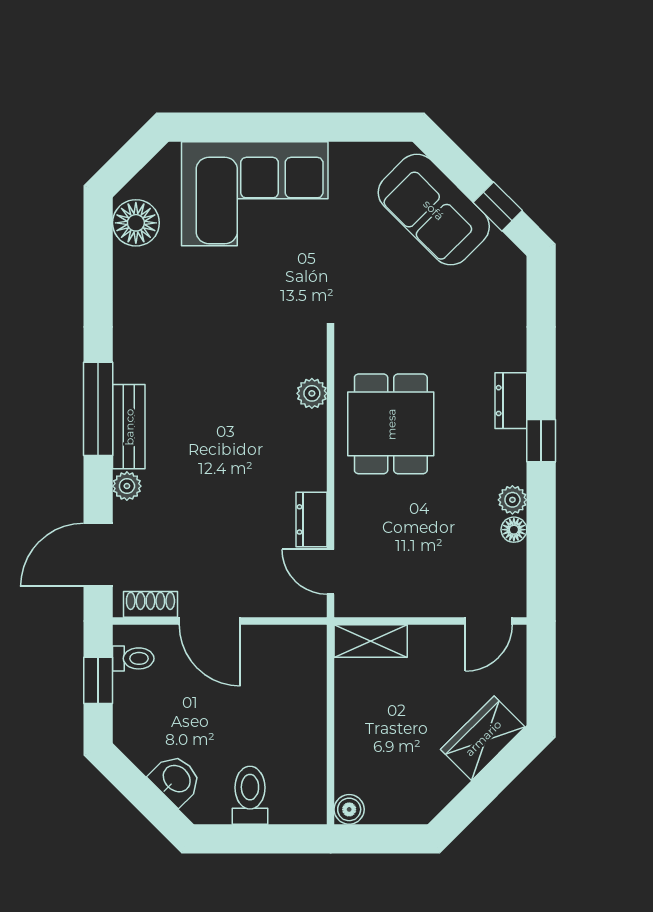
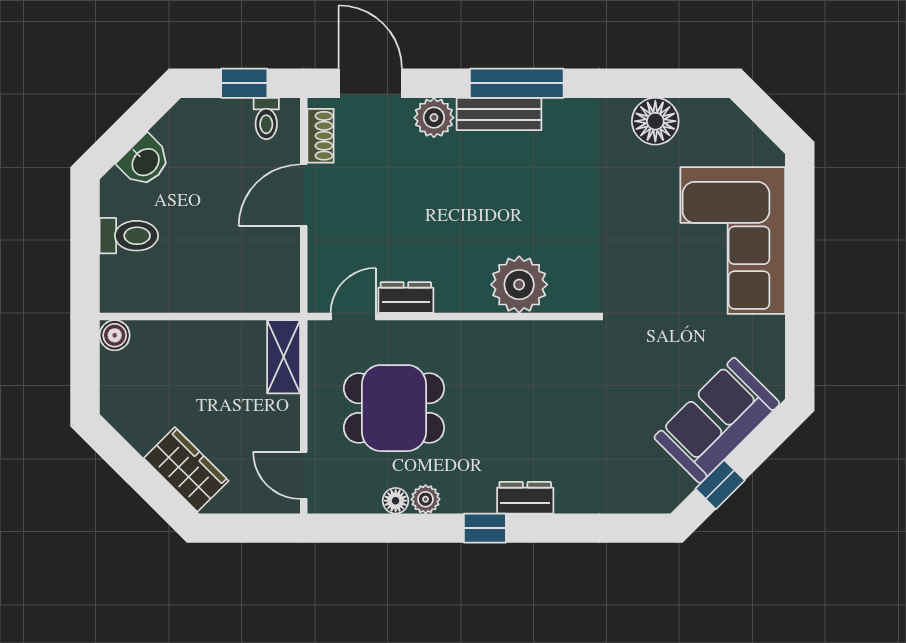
floor lamp: (136, 223) -> (655, 121), moved
plant: (312, 393) -> (519, 285), width x1.88, depth x1.88
dining table: (391, 424) -> (394, 408), moved
plant: (127, 486) -> (434, 118), width x1.38, depth x1.38

